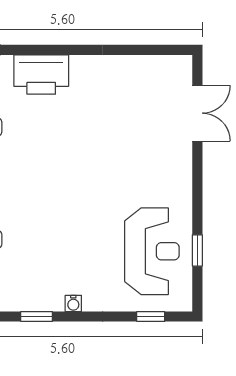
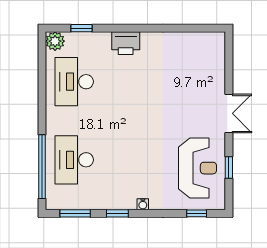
printer: (41, 75) -> (126, 43), width x0.73, depth x0.84
double door: (197, 113) -> (229, 113), moved

